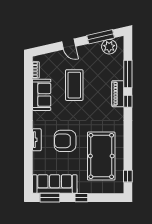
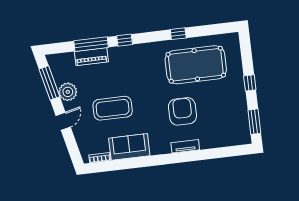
plant: (109, 47) -> (68, 92), moved
piano: (118, 94) -> (91, 57), moved
armchair: (65, 141) -> (182, 111), turned 180
window: (128, 176) -> (178, 34), moved
sofa: (55, 184) -> (237, 118), removed

